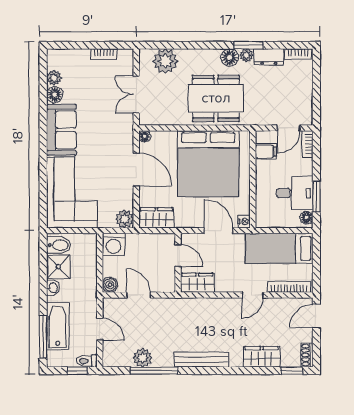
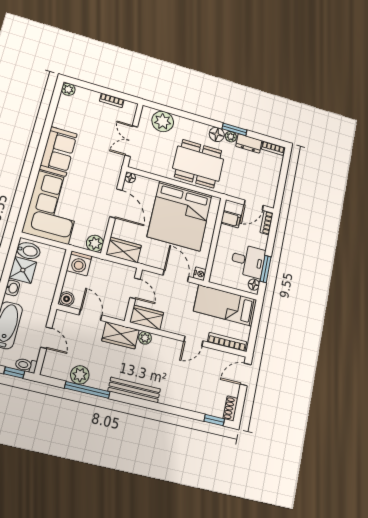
plant: (54, 78) -> (68, 89), moved
floor lamp: (55, 95) -> (60, 121), removed
plant: (200, 304) -> (145, 338), added
wardrobe: (262, 357) -> (120, 335), moved, turned 180

